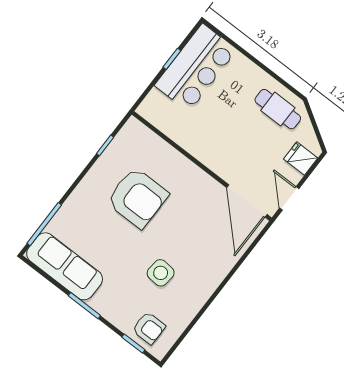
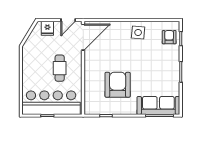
bar counter: (196, 68) -> (51, 103), width x1.36
cafe table: (278, 109) -> (60, 68), moved
sofa: (65, 266) -> (158, 105), moved, turned 90
side table: (161, 273) -> (138, 32), moved

